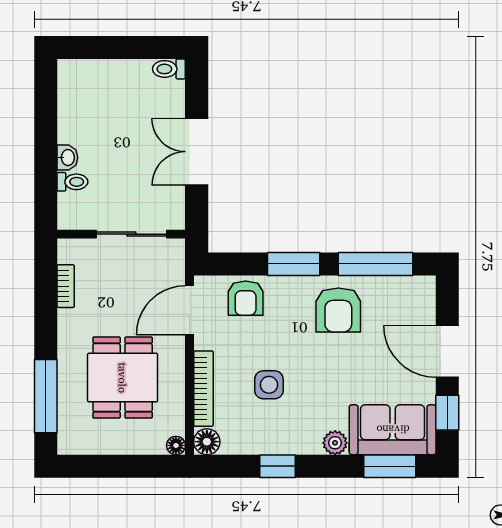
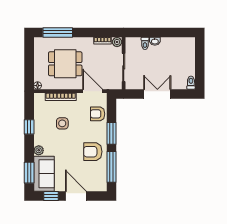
plant: (69, 250) -> (117, 42), added
door: (447, 351) -> (76, 196), hinge flipped
floor lamp: (207, 442) -> (39, 98), removed

